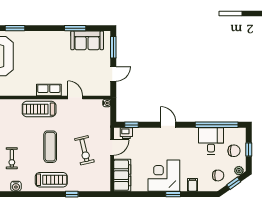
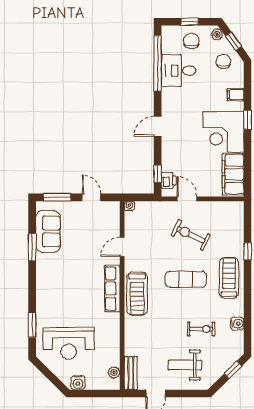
row of seats: (49, 90) -> (112, 289), width x1.48
exercise bike: (84, 150) -> (191, 235), turned -141
filing cabinet: (122, 175) -> (233, 174), moved, turned -90

